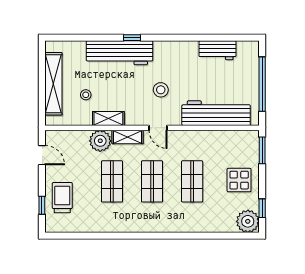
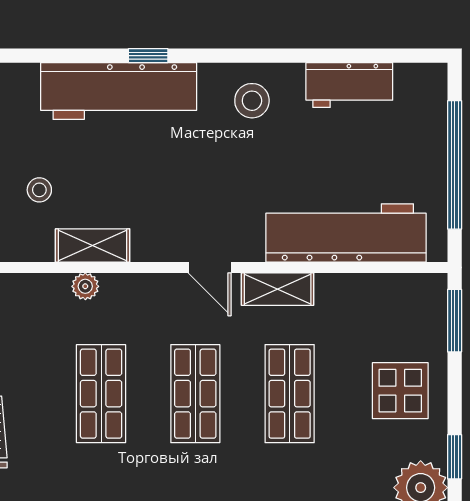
stool: (161, 90) -> (252, 101), moved
shelving: (128, 137) -> (278, 289), moved
plant: (100, 141) -> (85, 286), width x0.53, depth x0.53

